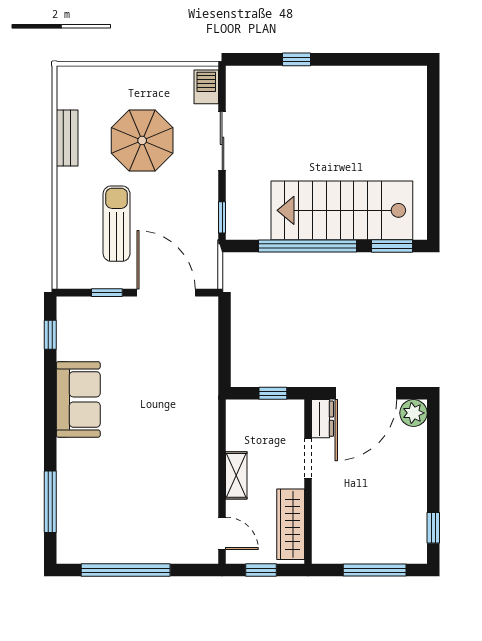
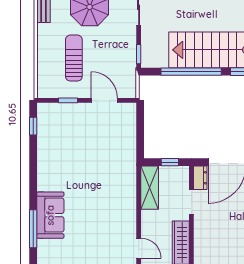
door: (166, 293) -> (104, 100), width x0.73
sofa: (78, 399) -> (50, 215), moved
shelving: (236, 475) -> (150, 188), moved, width x1.50, depth x1.33

